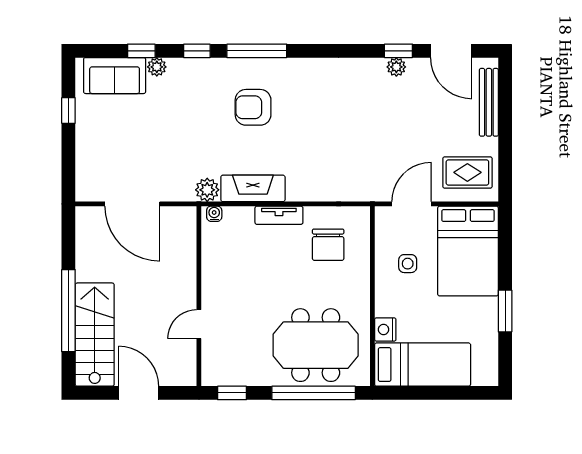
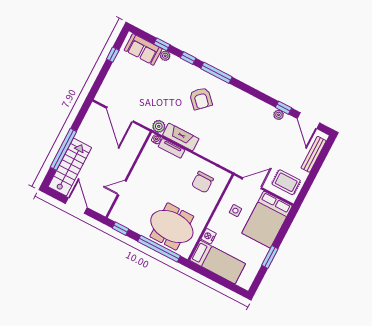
armchair: (253, 107) -> (201, 99), turned -134
tv unit: (279, 215) -> (172, 148), moved

